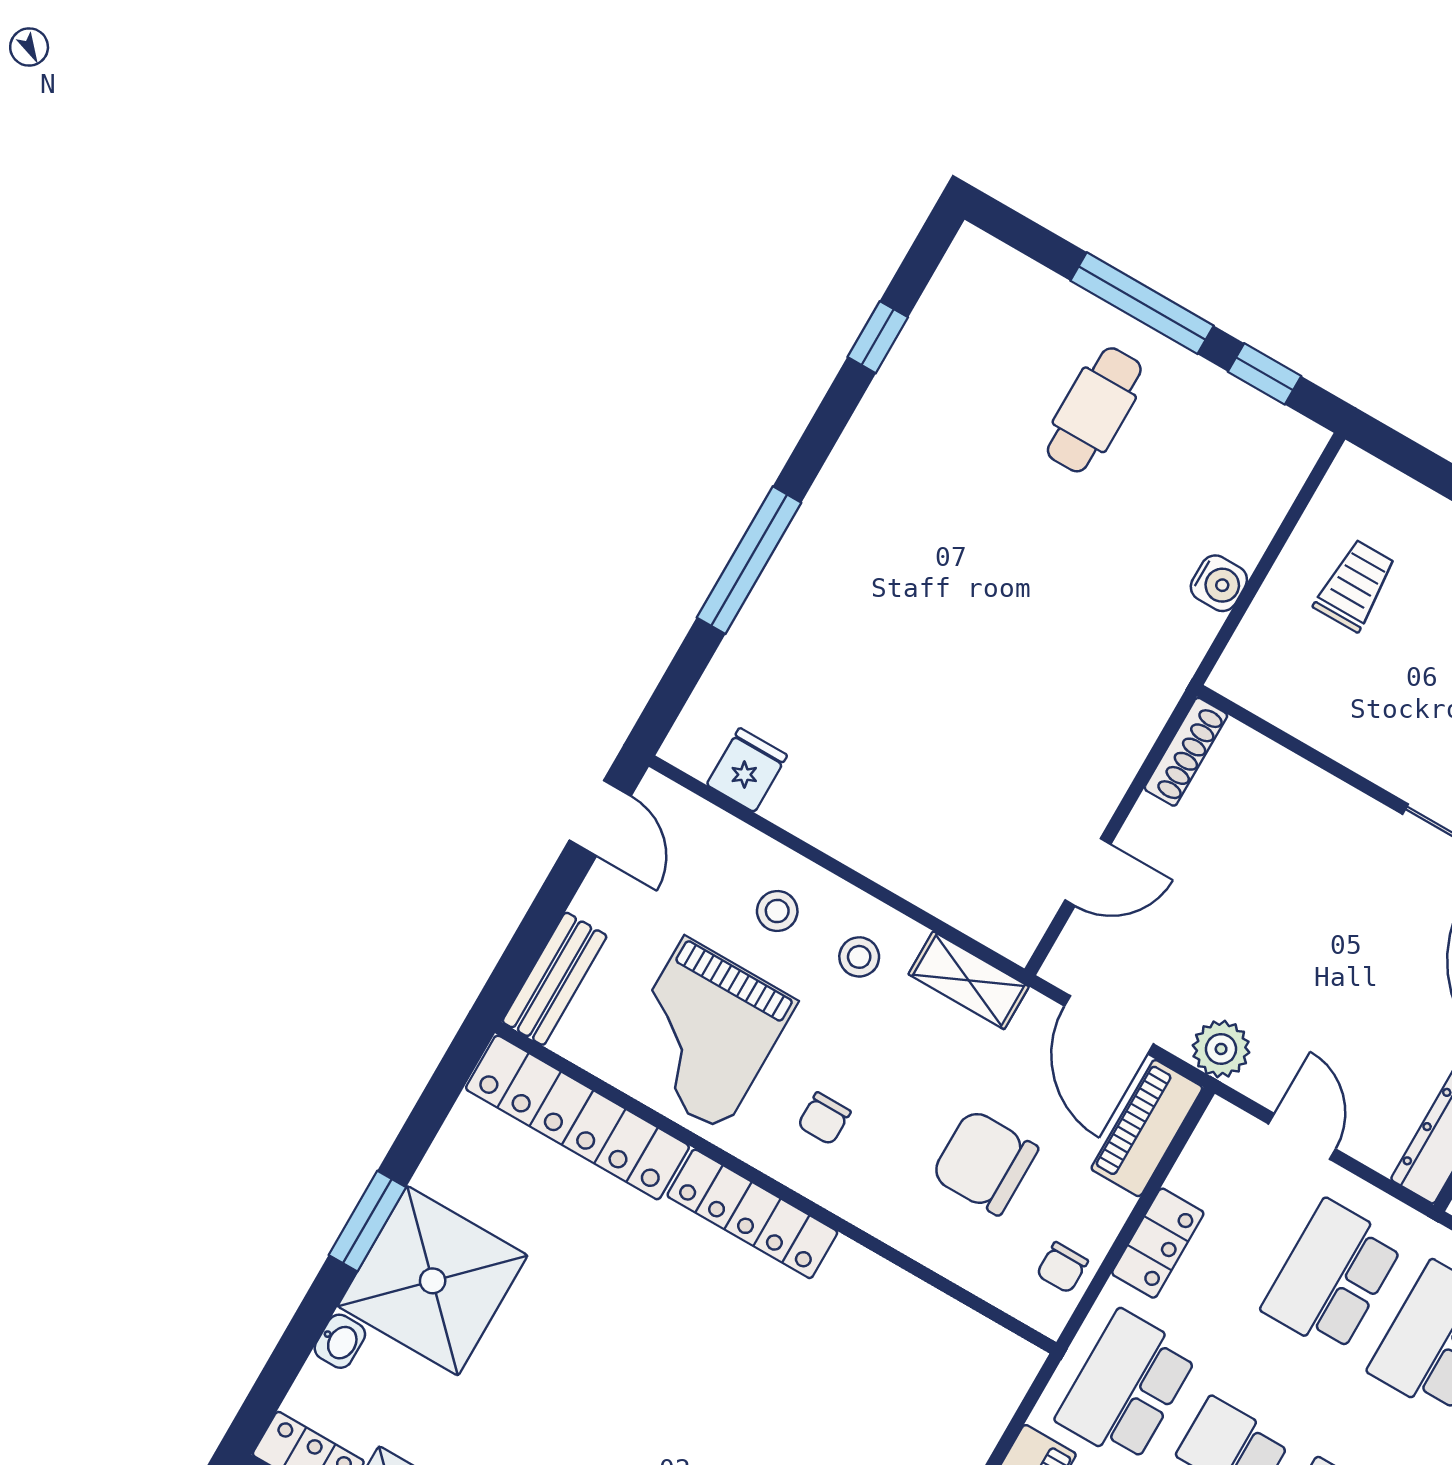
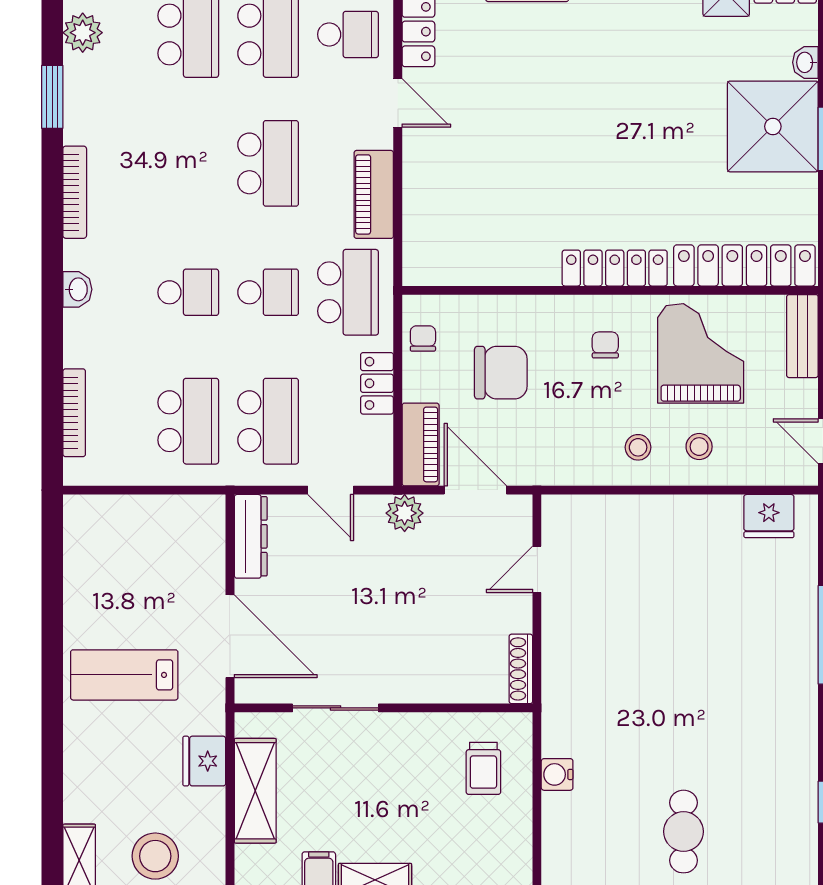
trolley: (1355, 585) -> (483, 768), moved
fridge: (747, 770) -> (769, 516), width x1.38
shelving: (969, 980) -> (569, 470), removed

